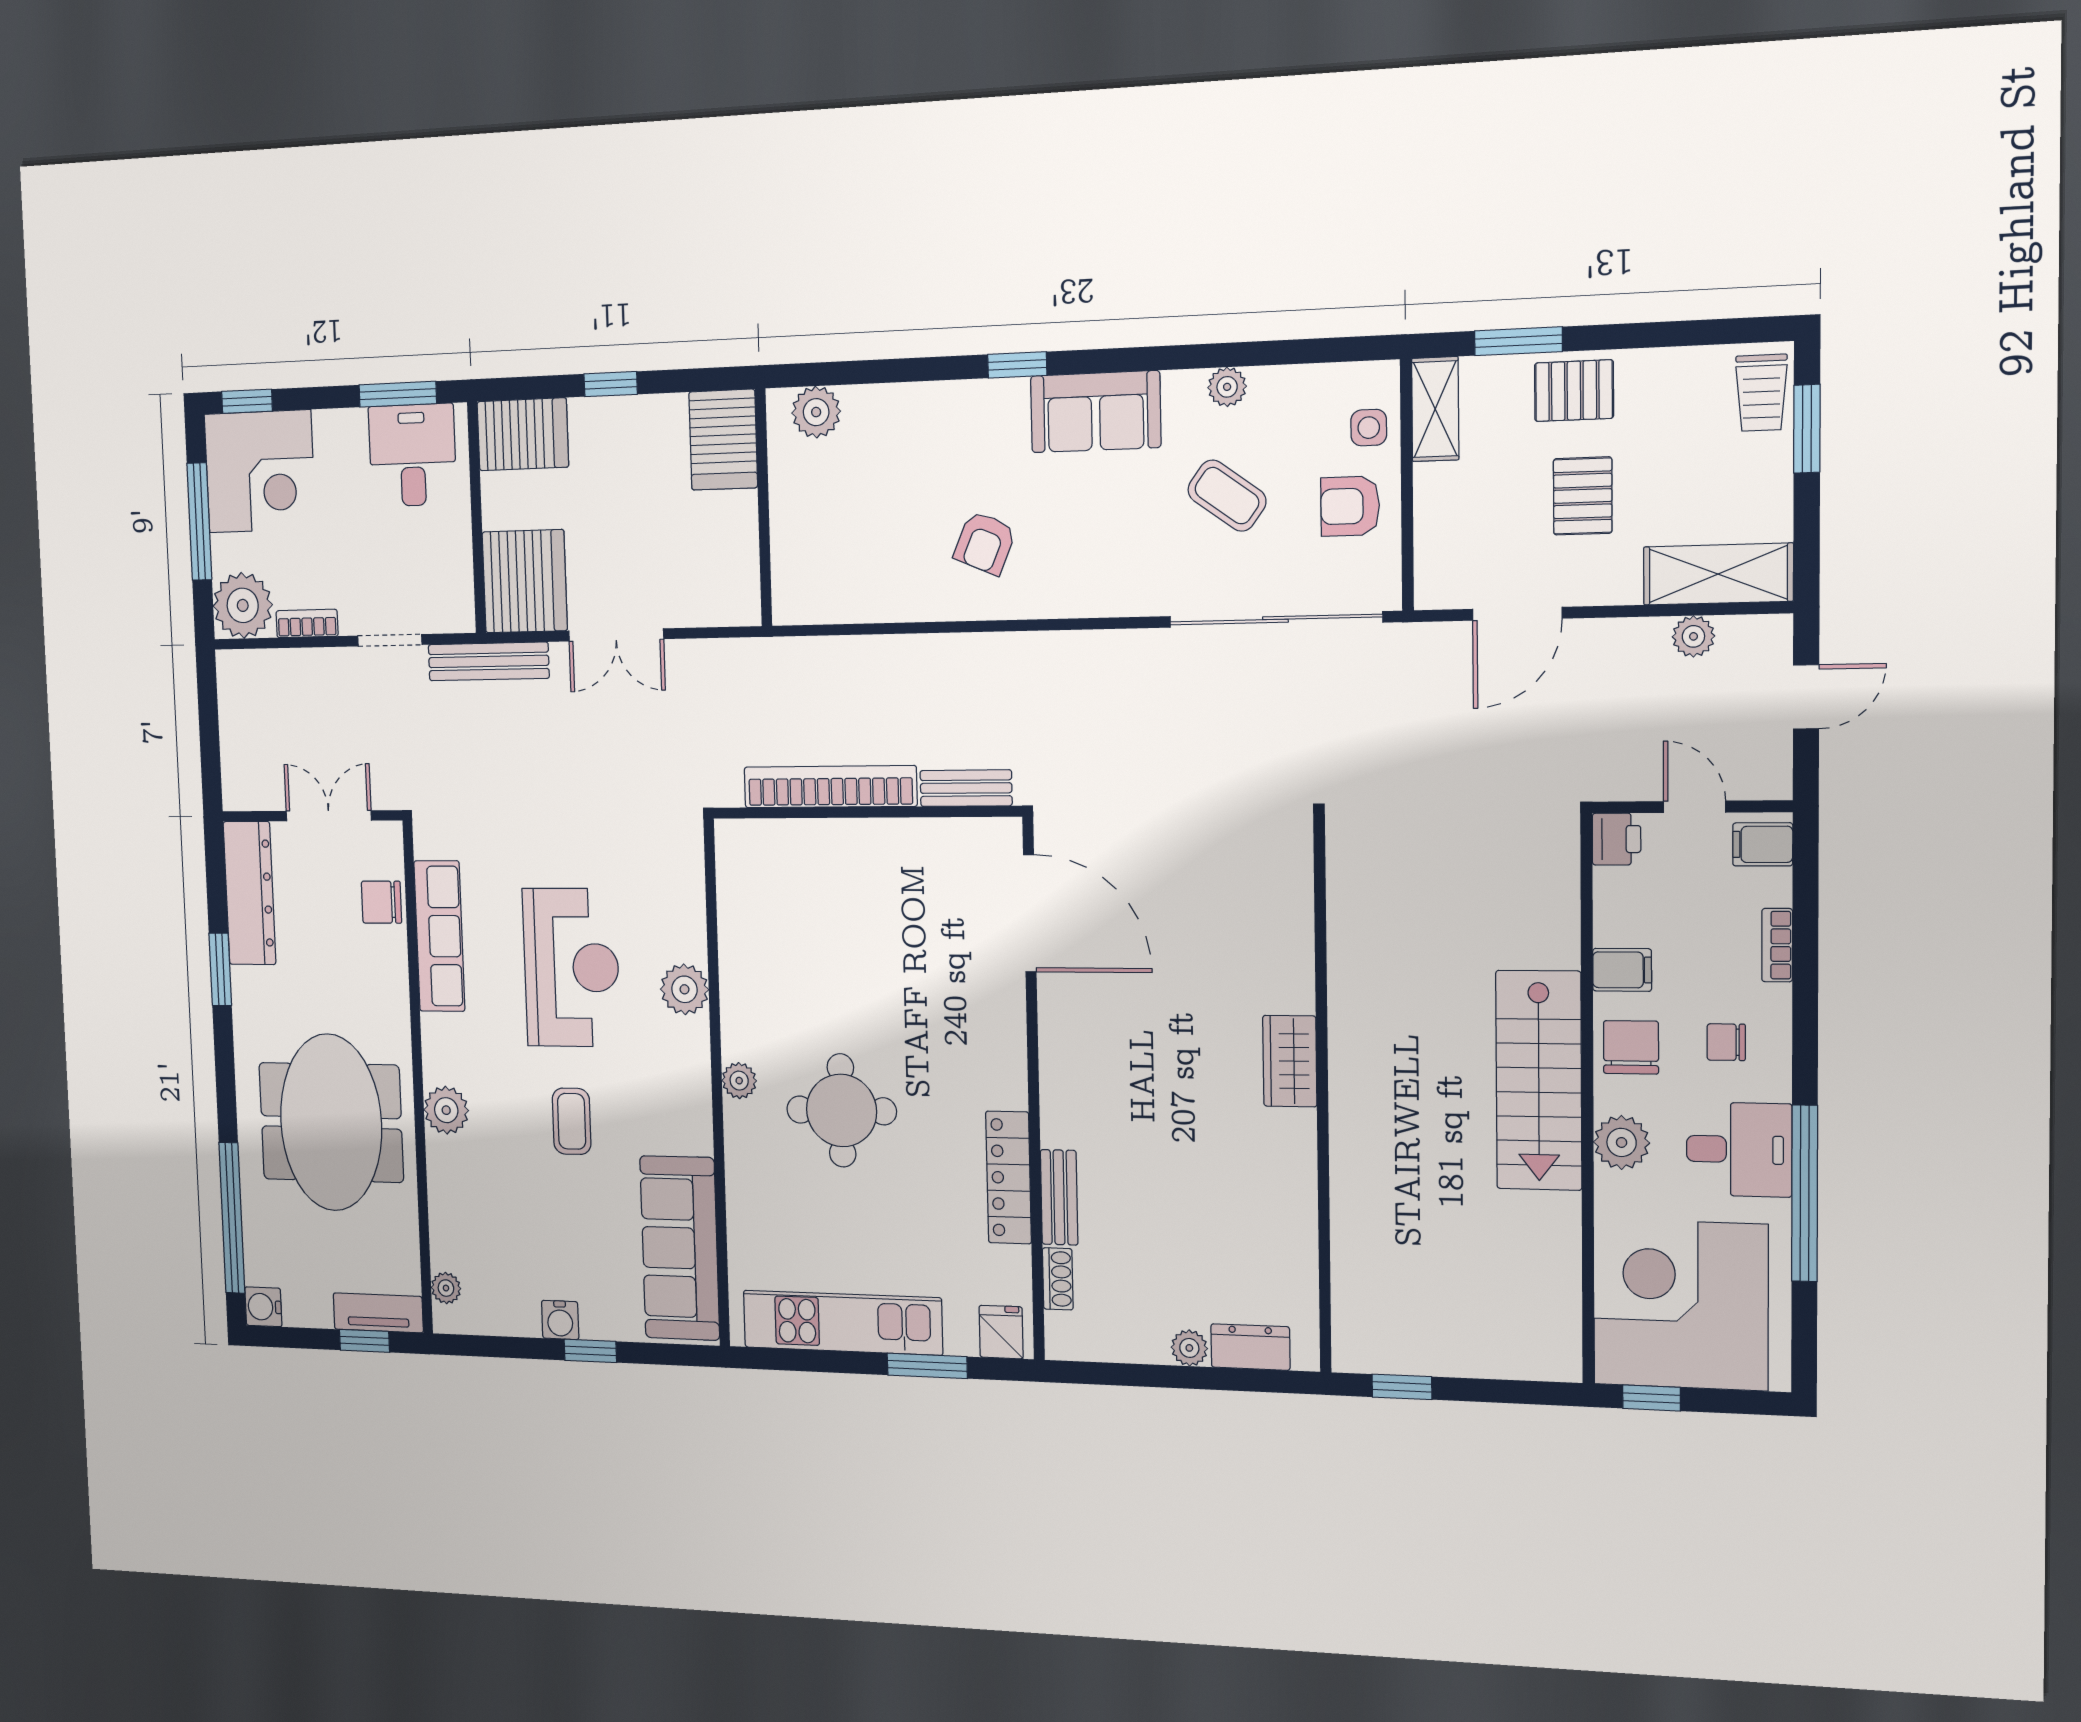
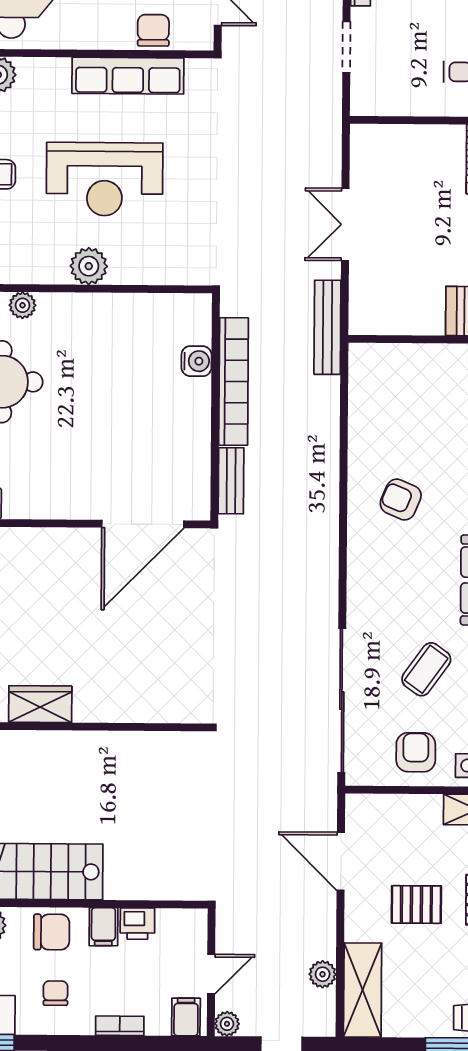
server rack: (525, 581) -> (386, 156), removed
bench: (489, 661) -> (327, 327), moved
plant: (1773, 781) -> (227, 1024), added
water cooler: (805, 839) -> (196, 361), added
printer: (1616, 839) -> (137, 924), moved

